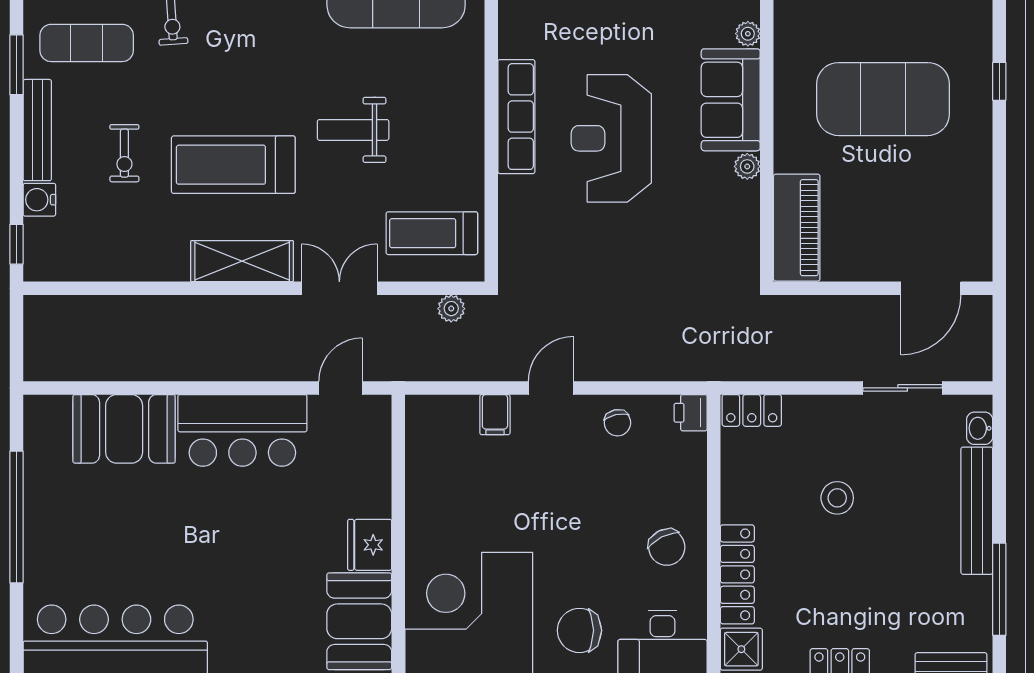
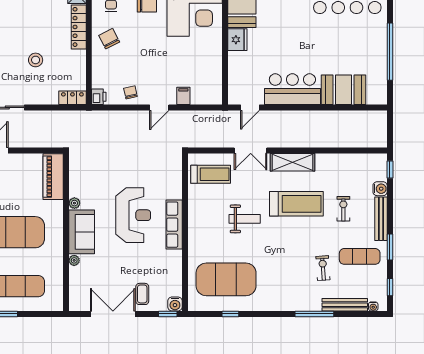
plant: (451, 309) -> (202, 142), removed

